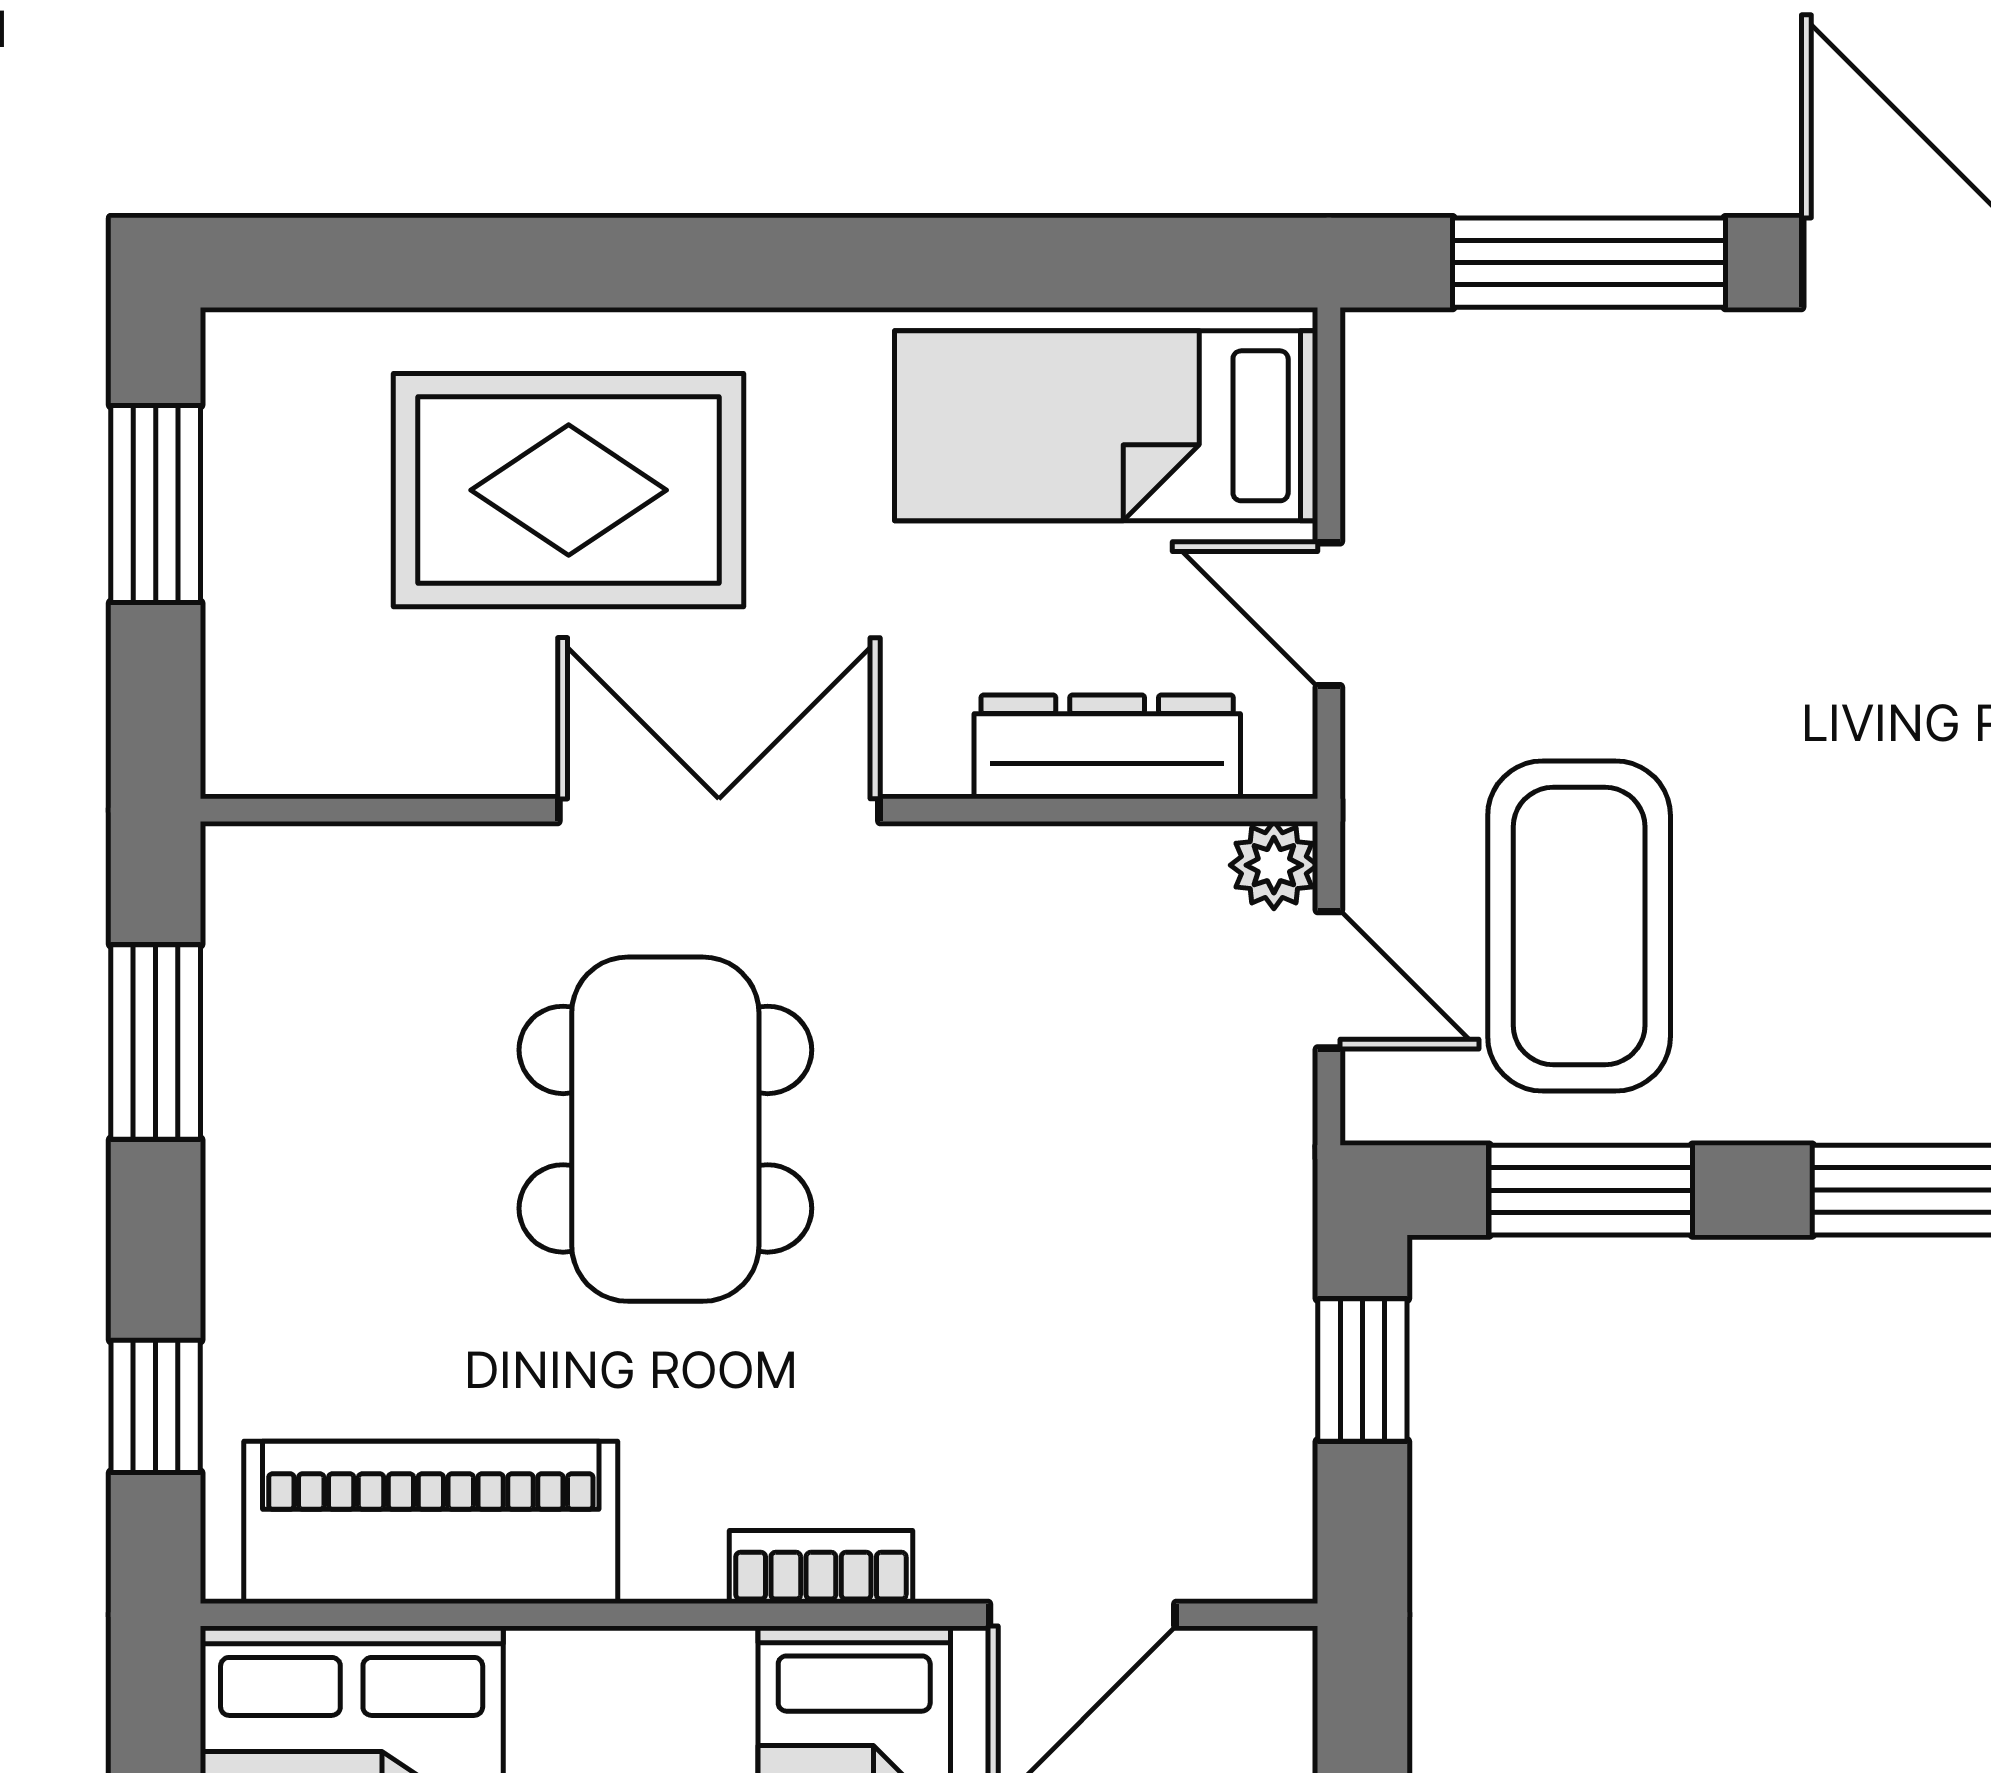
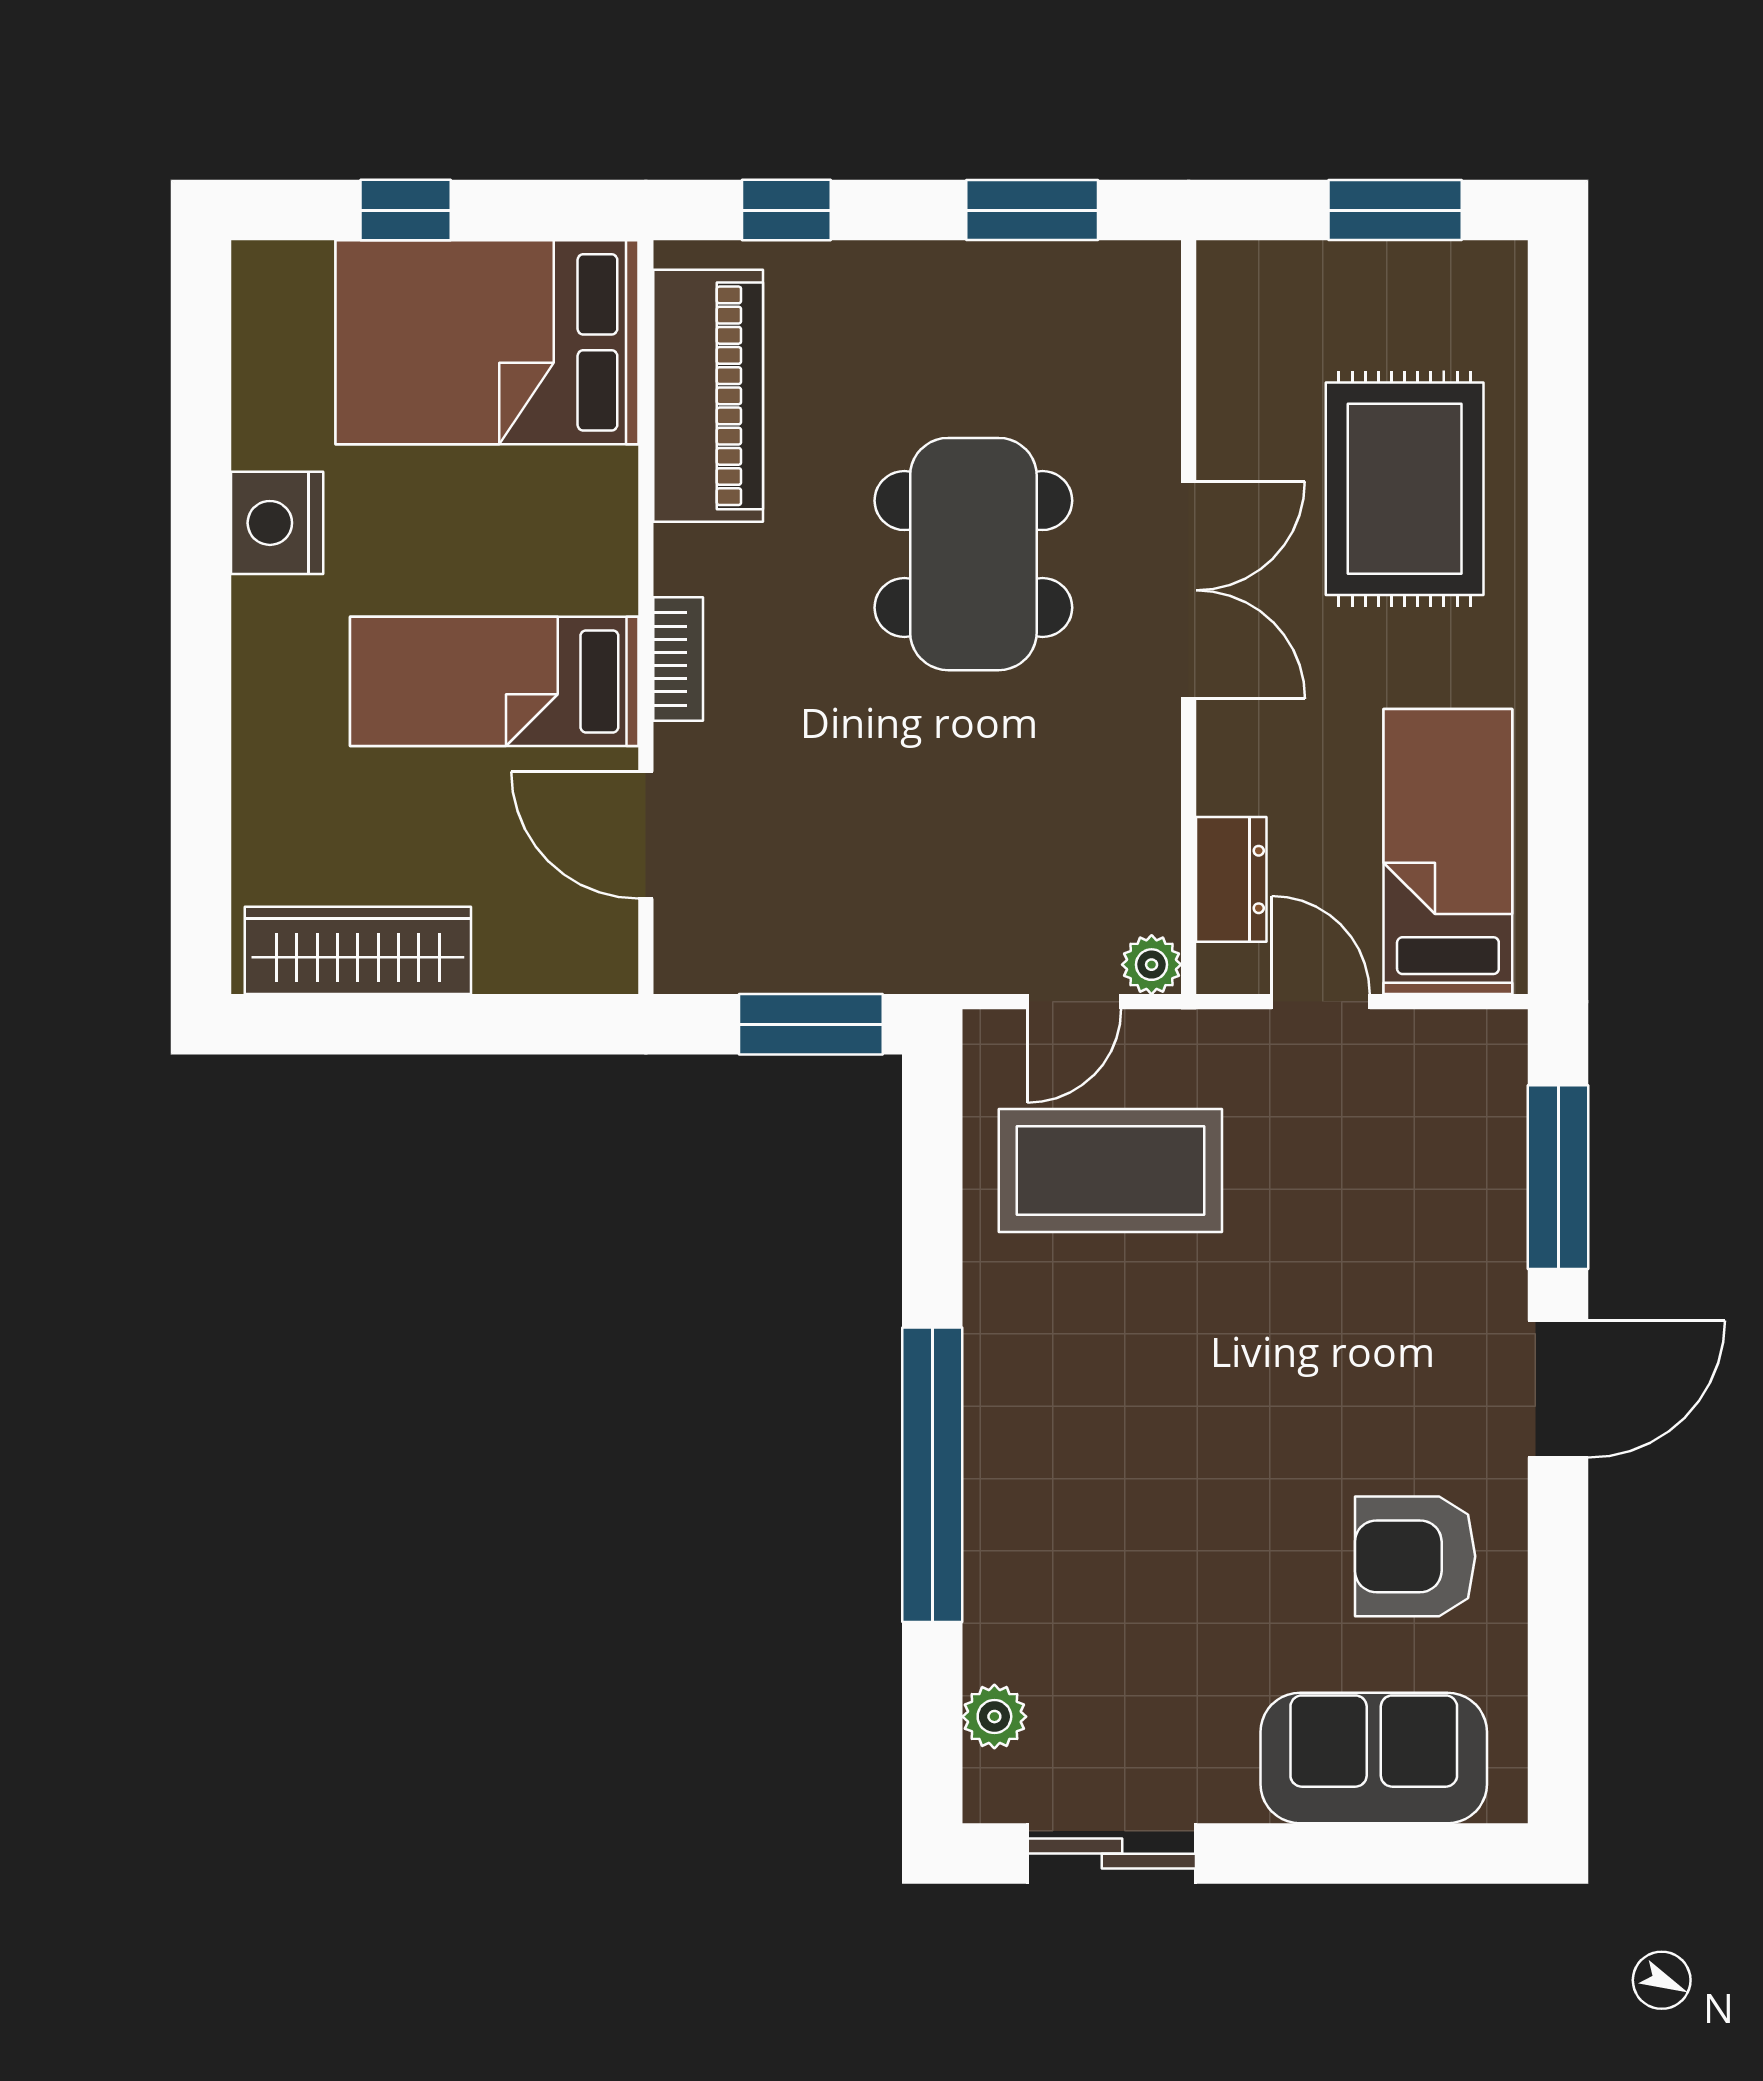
door: (1329, 614) -> (1321, 1002), hinge flipped
dresser: (1107, 747) -> (1231, 879), width x0.70
dining table: (665, 1129) -> (973, 554), turned 90
window: (1591, 1190) -> (932, 1178), removed
window: (1362, 1370) -> (811, 1024), width x1.50

